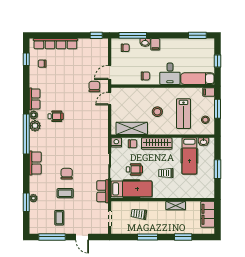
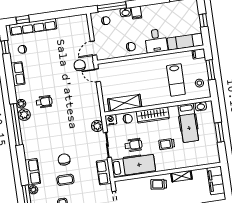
window: (96, 35) -> (23, 20), moved
row of seats: (35, 99) -> (18, 74), moved
door: (110, 99) -> (97, 75), hinge flipped
stool: (157, 112) -> (149, 82), removed
plant: (103, 147) -> (97, 126), added
row of seats: (35, 163) -> (33, 172), moved
trolley: (139, 214) -> (159, 184), moved

